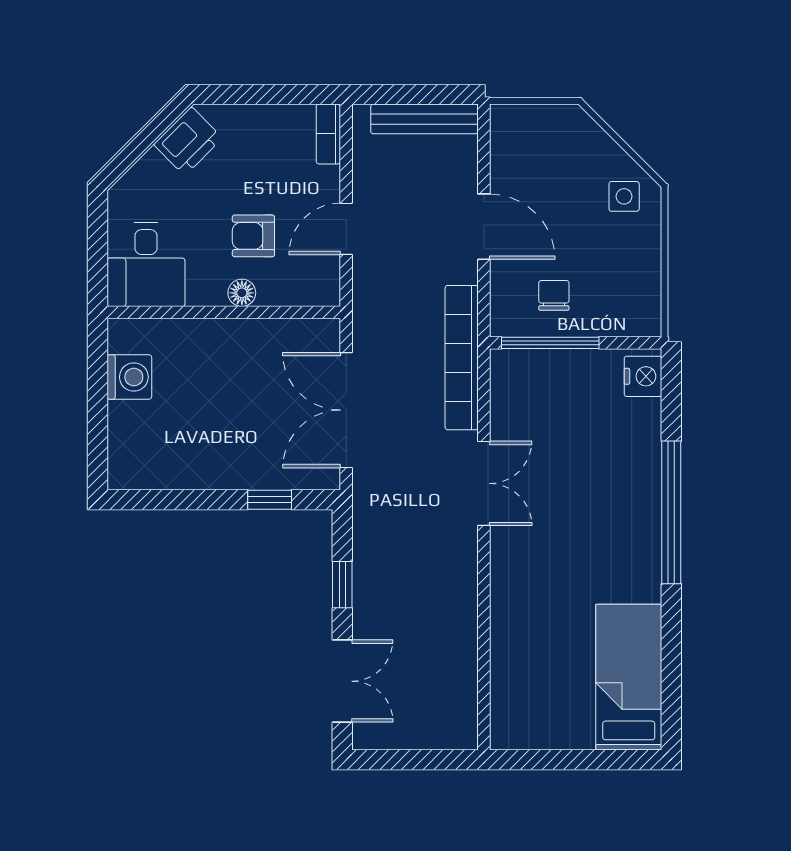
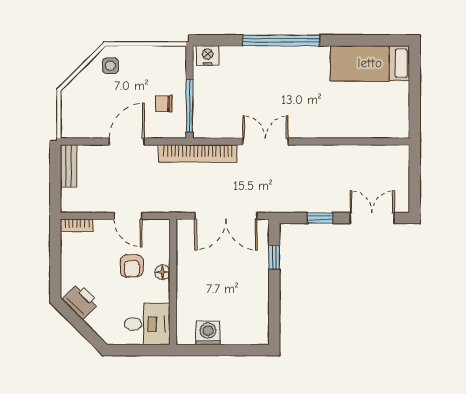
bench: (424, 119) -> (69, 166), width x0.73

